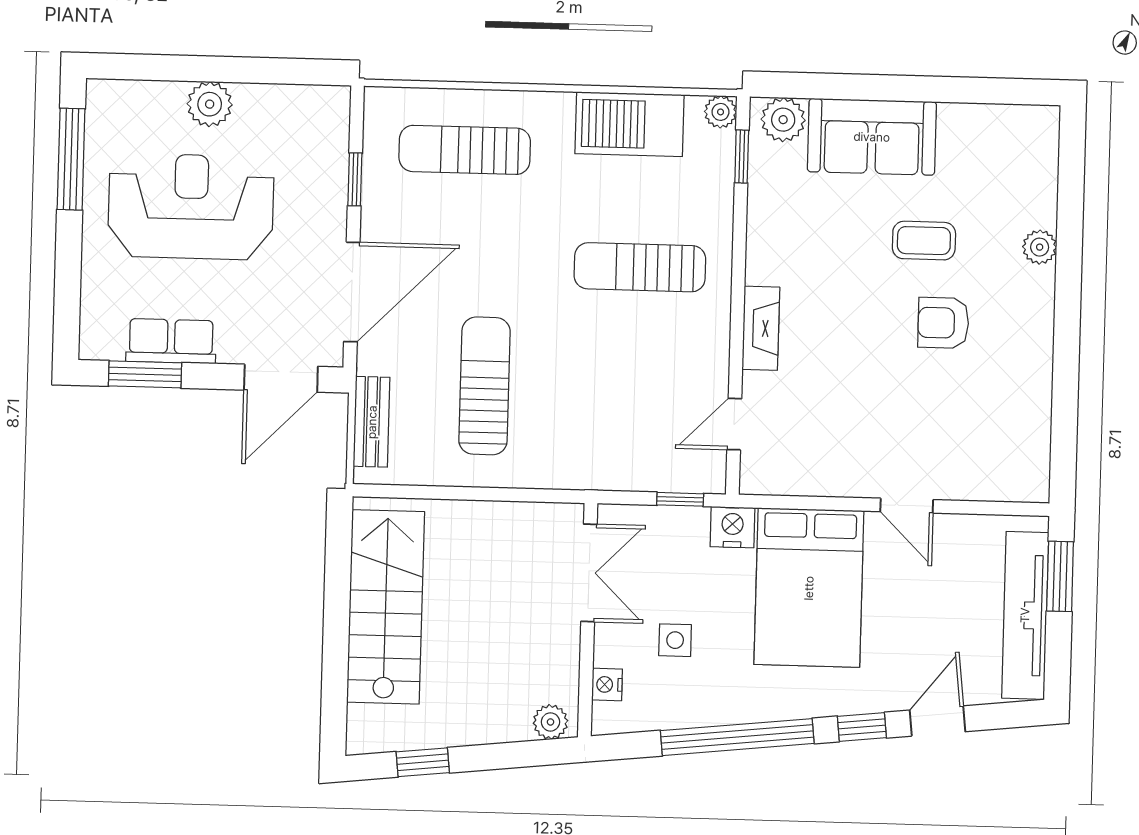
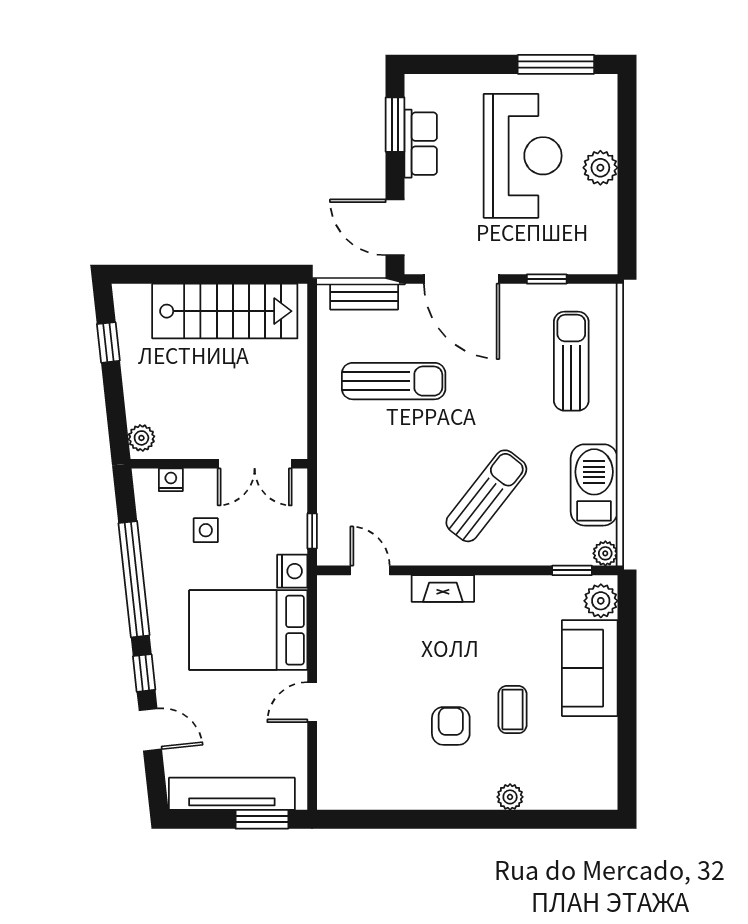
sun lounger: (640, 267) -> (486, 496), turned 38

